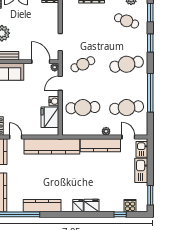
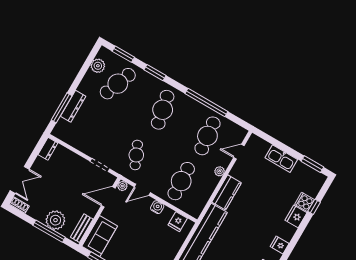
cafe table: (127, 21) -> (118, 84), width x1.37, depth x1.35
door: (60, 83) -> (142, 190), hinge flipped
fridge: (50, 117) -> (178, 222), width x0.53, depth x0.75
kitchen counter: (100, 145) -> (227, 192), width x0.67
kitchen sink: (142, 149) -> (260, 145), removed
fridge: (91, 205) -> (296, 216), moved
cooker: (130, 206) -> (305, 202), moved

